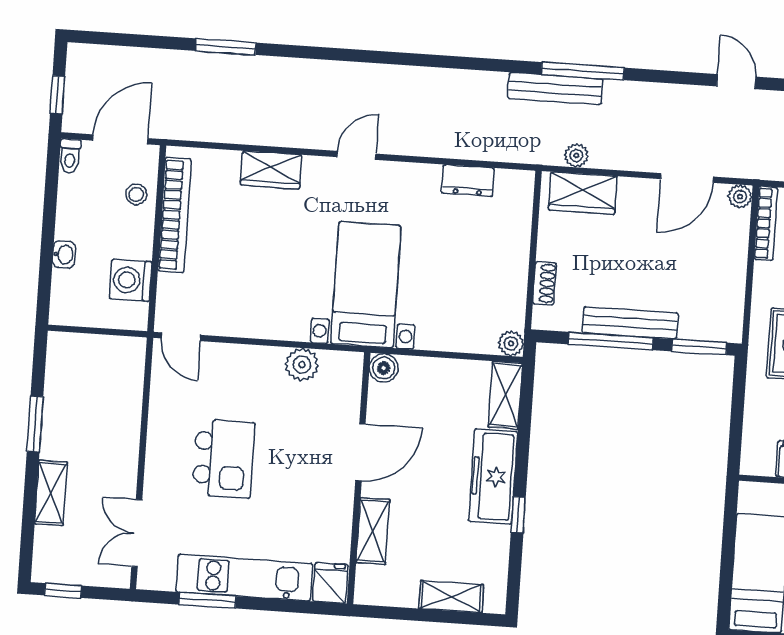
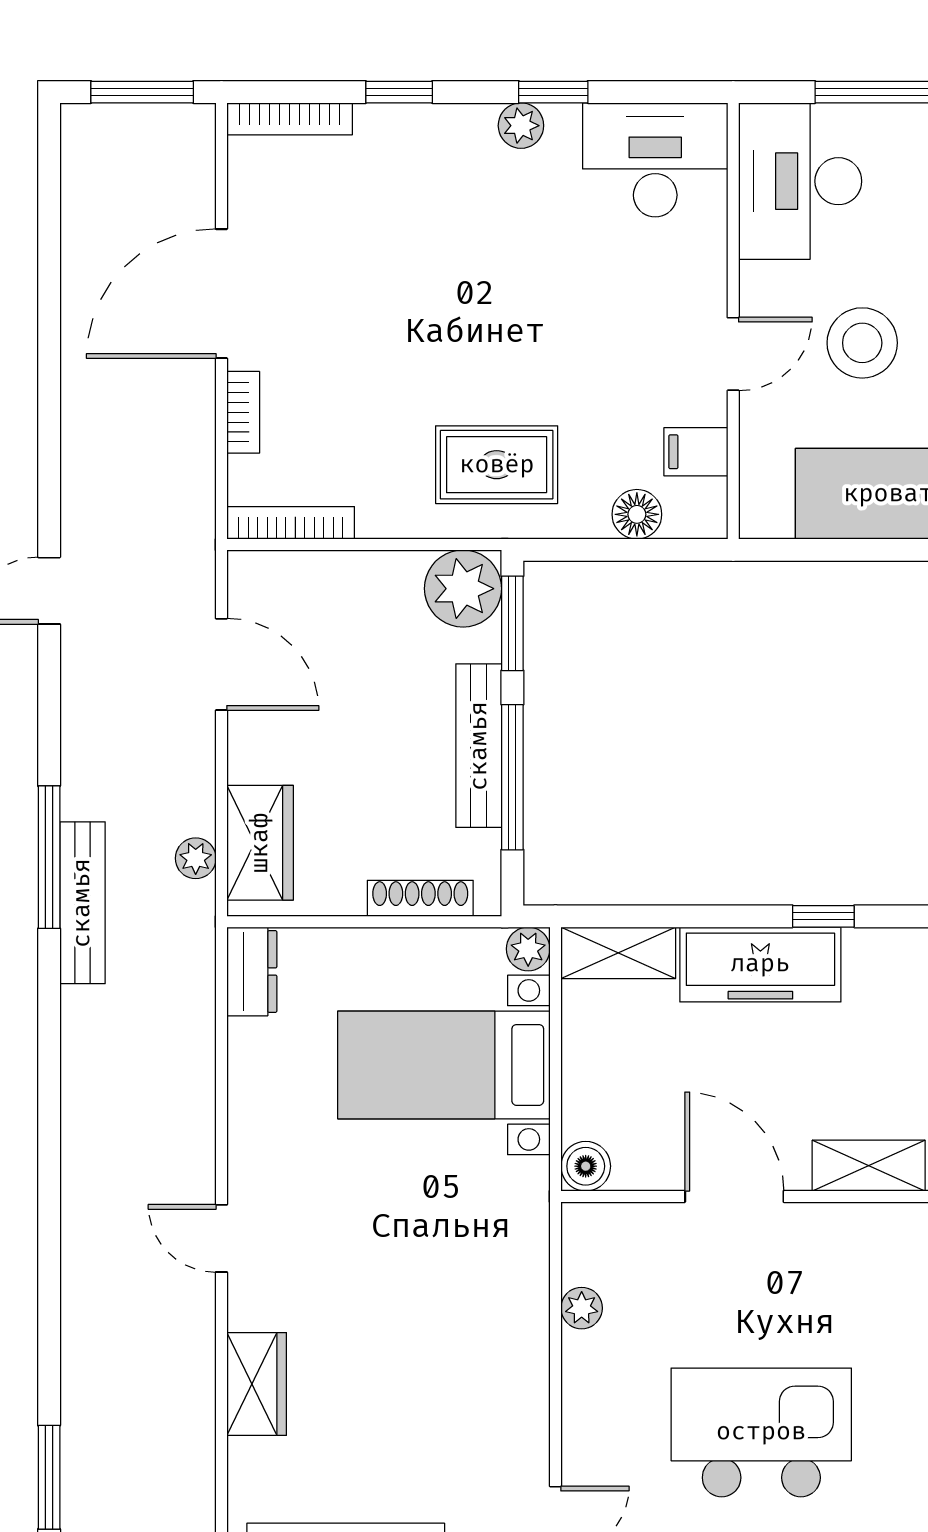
dresser: (468, 181) -> (252, 971), moved
plant: (740, 197) -> (463, 589), moved, width x1.88, depth x1.88
shoe rack: (544, 283) -> (420, 898), width x1.43
bed with nightstands: (366, 285) -> (444, 1065), moved
plant: (302, 365) -> (582, 1308), width x0.73, depth x0.73
floor lamp: (757, 423) -> (637, 514), added
kitchen island: (223, 459) -> (761, 1432), width x1.37, depth x1.28

